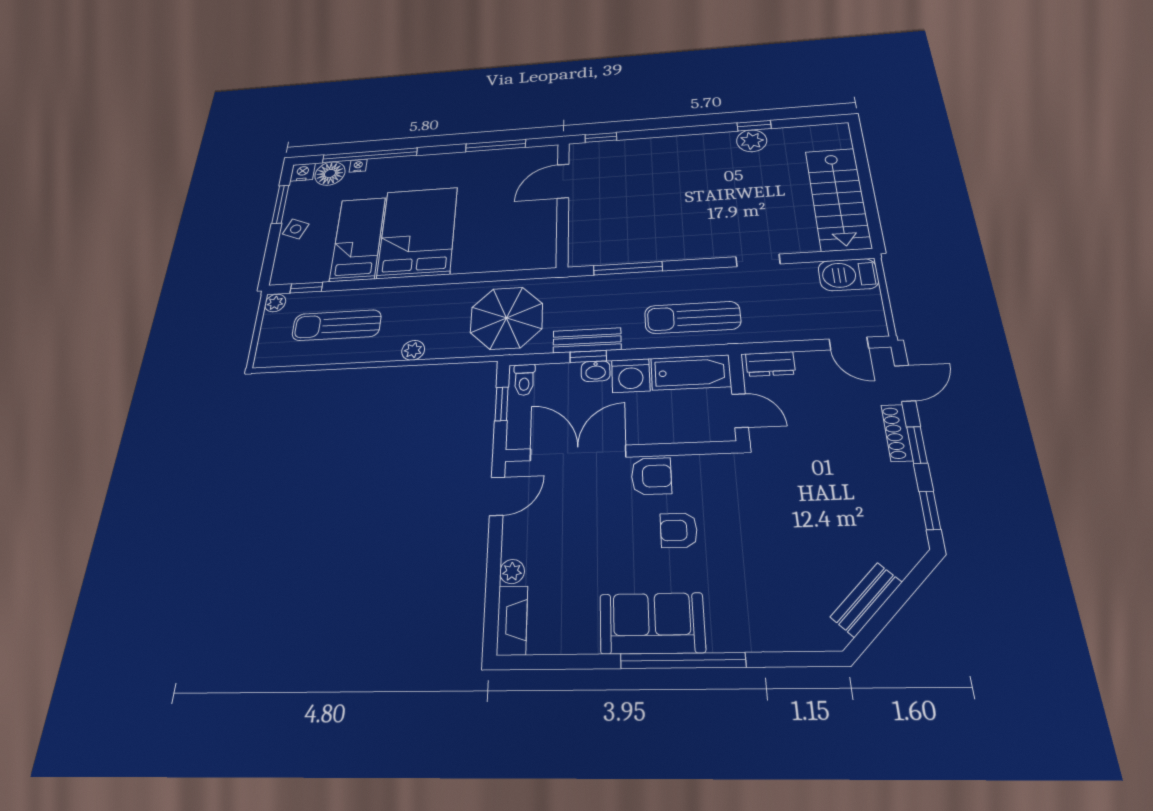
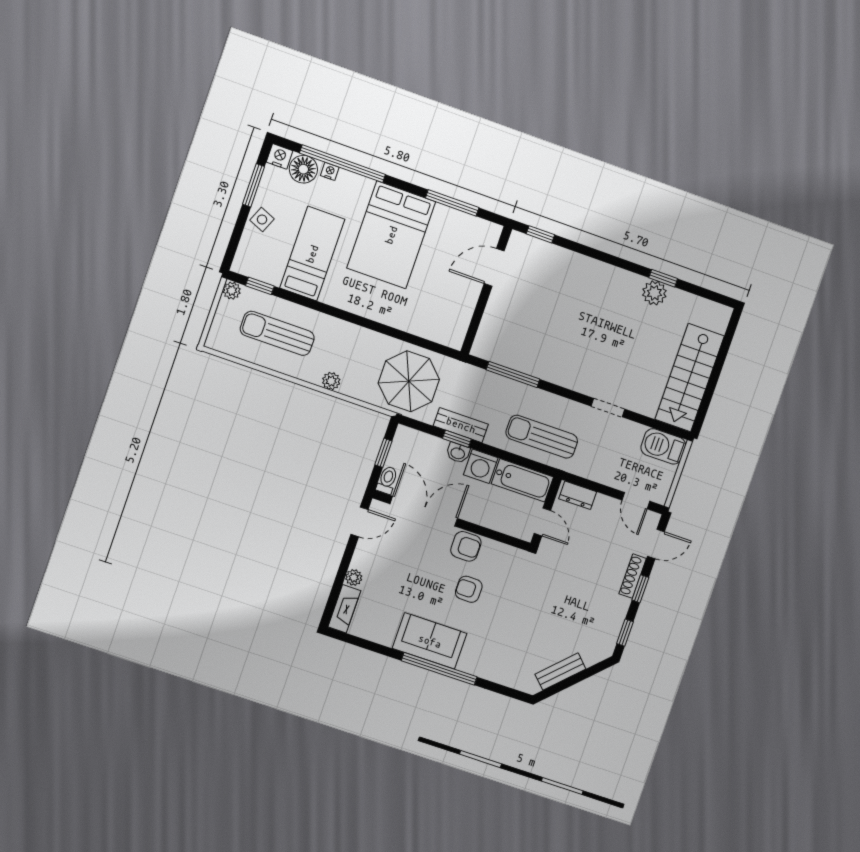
bed: (418, 232) -> (391, 235), moved, turned 180
toilet: (524, 380) -> (387, 480), moved, turned 180

